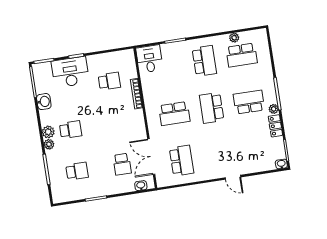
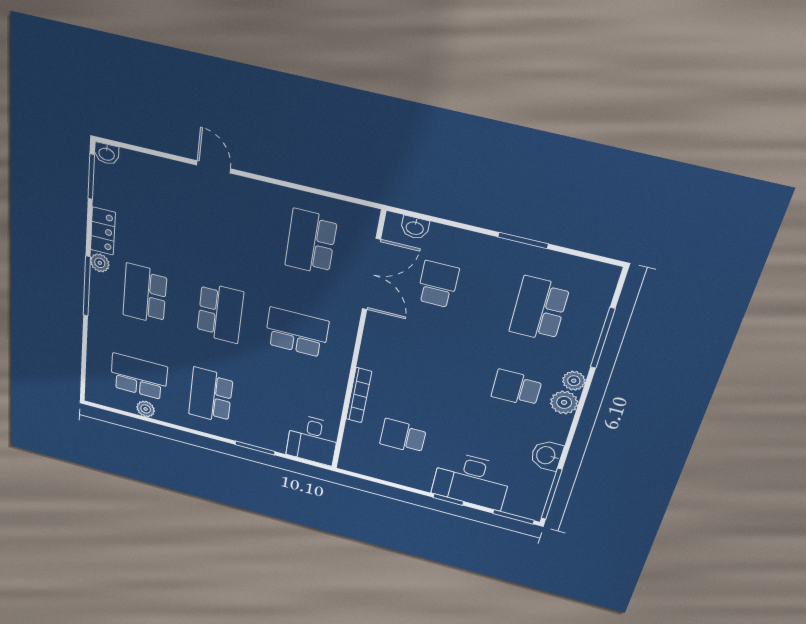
school desk: (249, 102) -> (145, 294), turned 90
school desk: (77, 171) -> (539, 309), width x1.85

